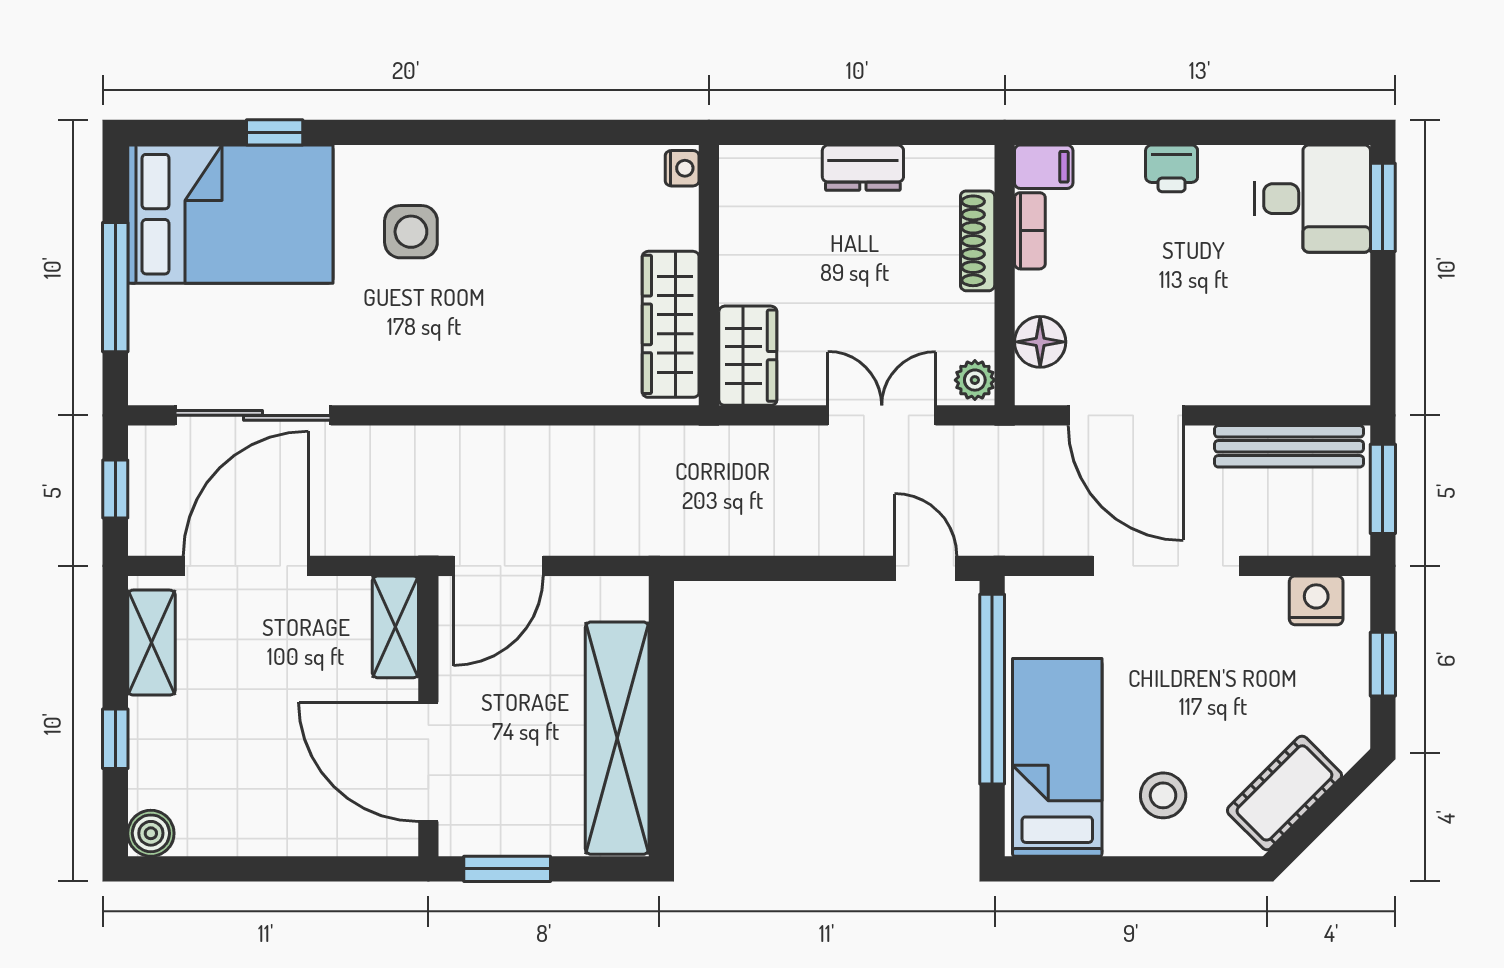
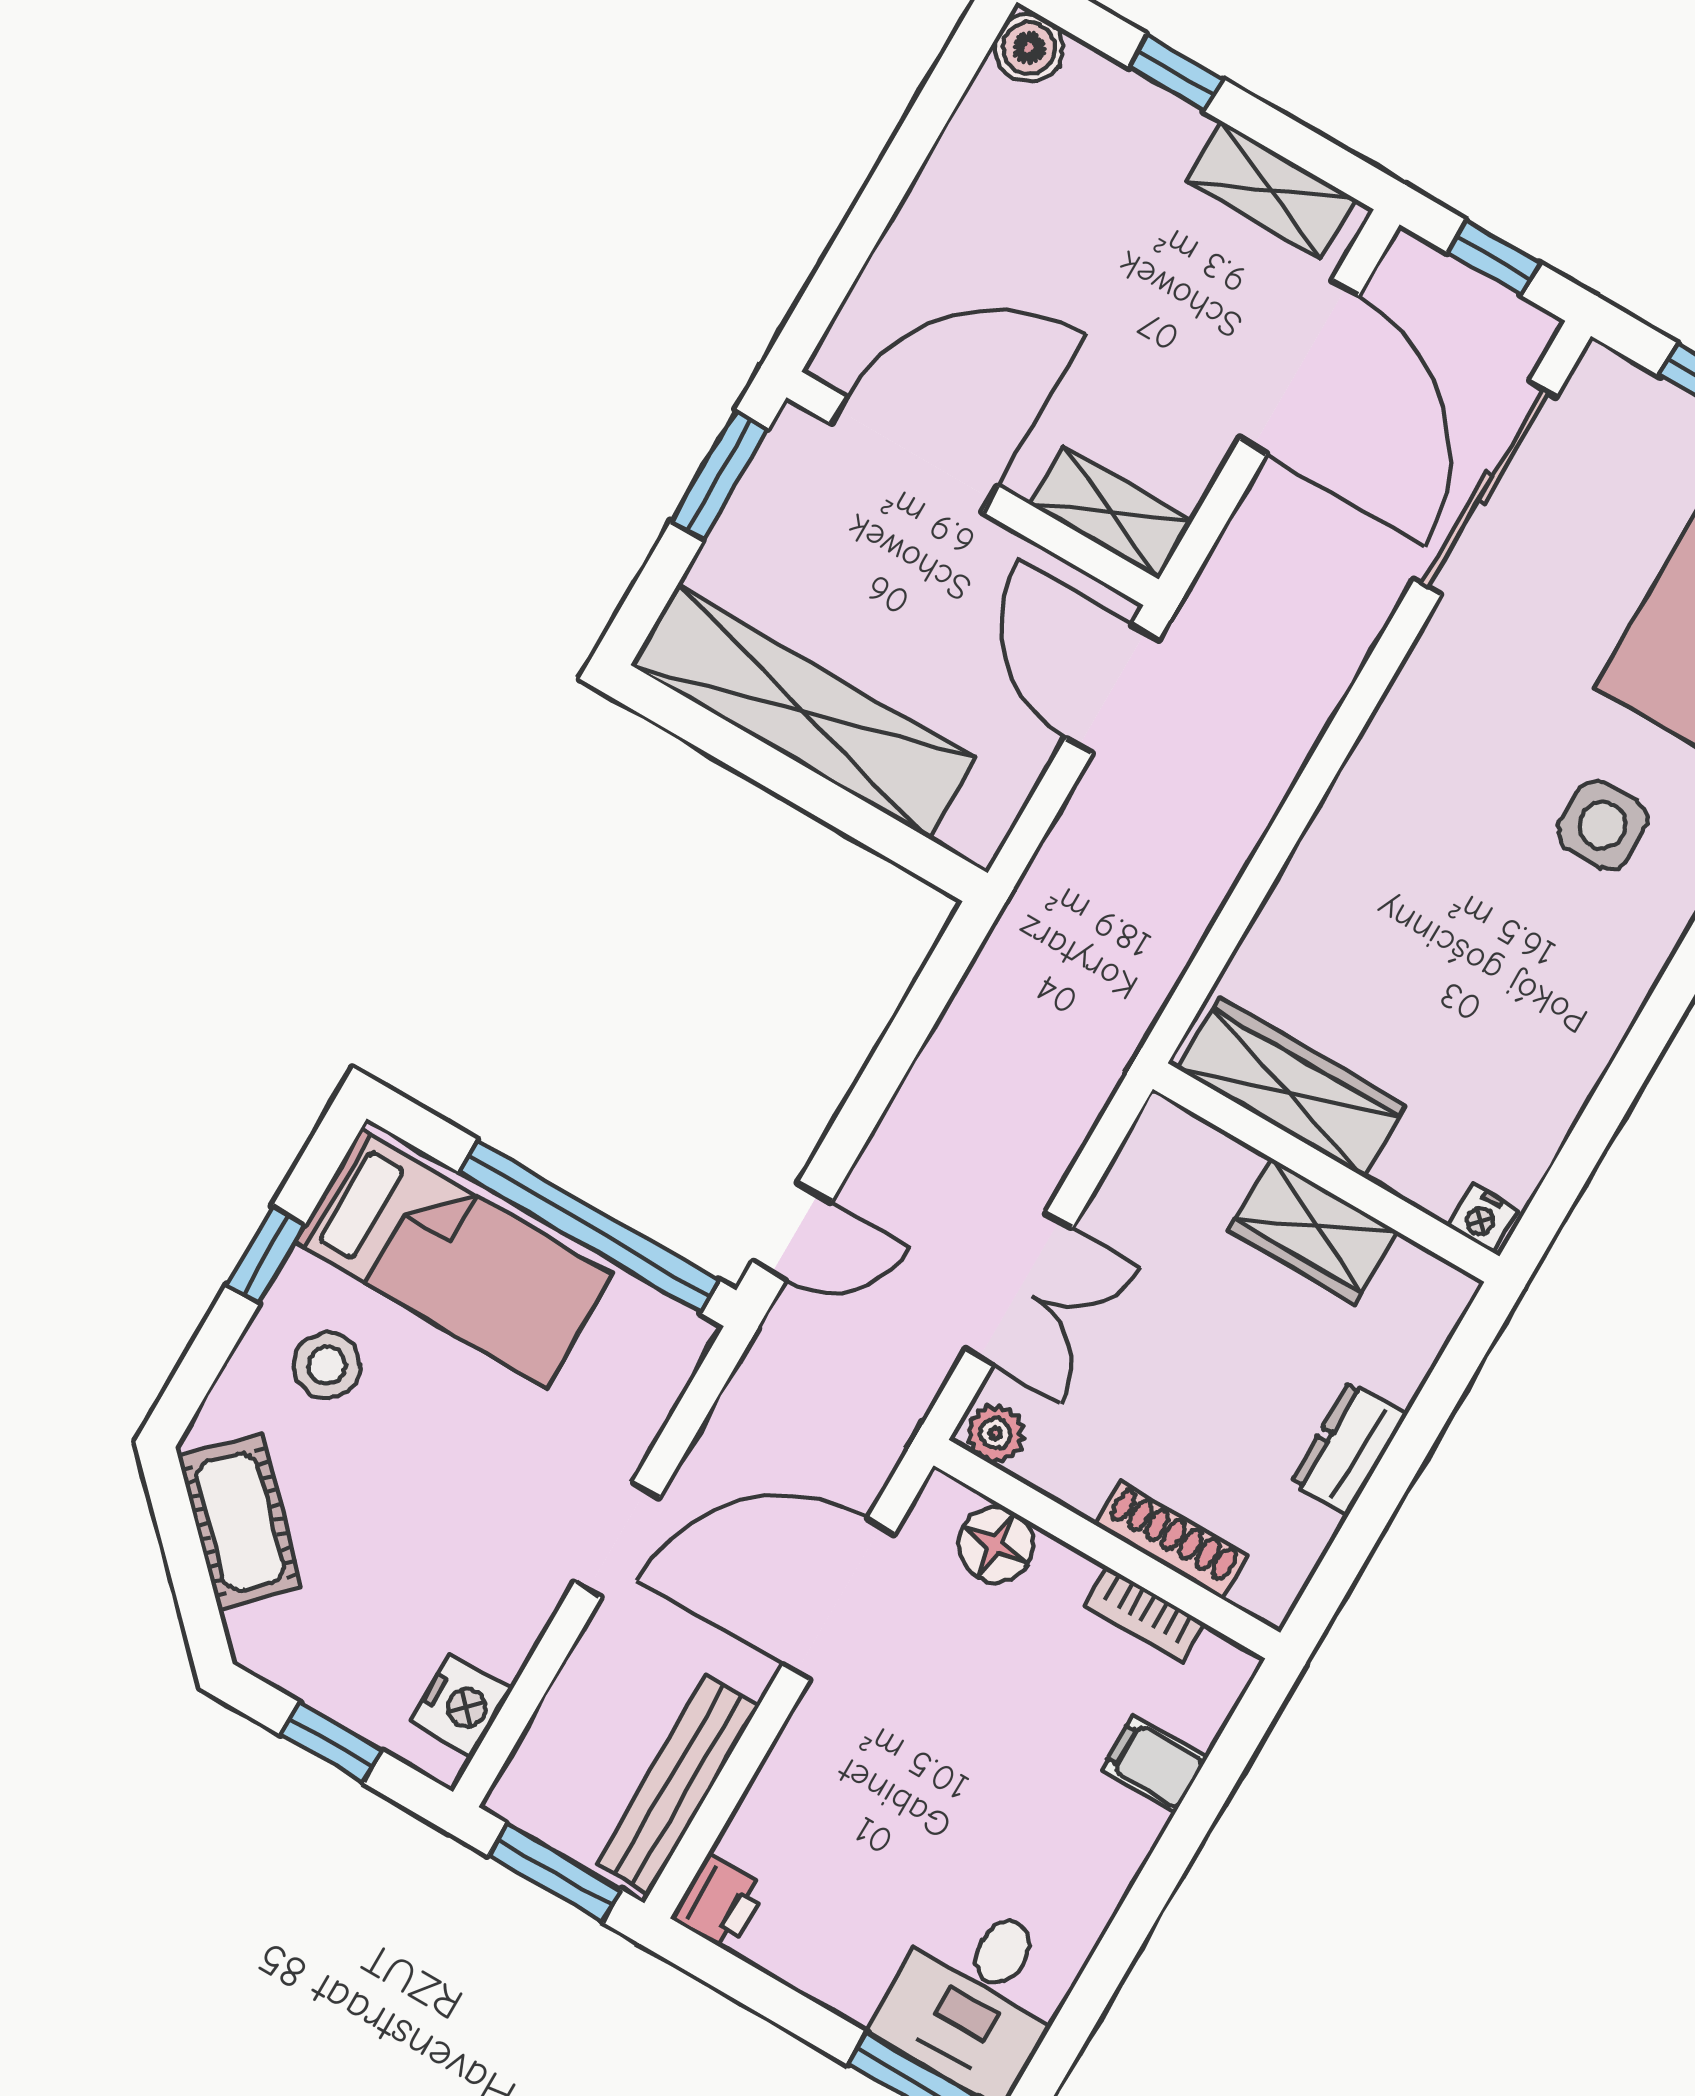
filing cabinet: (1044, 167) -> (1154, 1764), moved, turned 90
printer: (1172, 168) -> (719, 1903), moved, turned 180
wardrobe: (748, 356) -> (1313, 1231), moved
doorway: (1166, 566) -> (617, 1540), width x0.53
window: (1119, 869) -> (266, 1255), added

